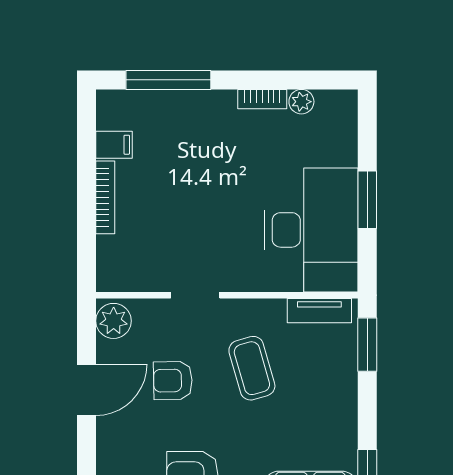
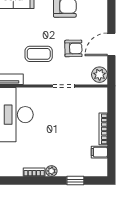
window: (168, 80) -> (75, 181), width x0.46
plant: (301, 102) -> (51, 171), moved
coffee table: (252, 368) -> (39, 54), turned -74

